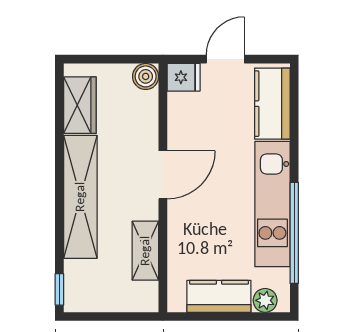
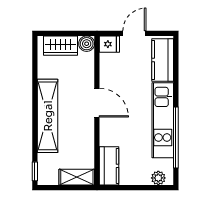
wardrobe: (80, 105) -> (61, 46), moved, turned 90
door: (163, 175) -> (97, 103), hinge flipped
shelving: (145, 251) -> (77, 177), moved, turned 90
kitchen counter: (219, 296) -> (109, 166), moved, turned 90

